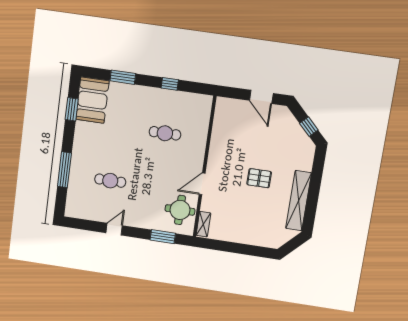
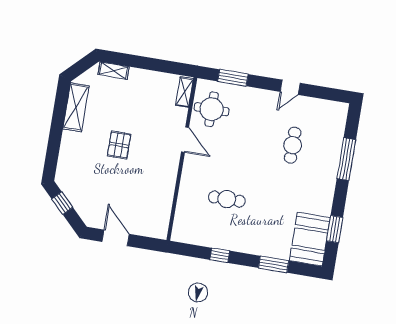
pallet: (259, 178) -> (119, 145), turned 90
cafe table: (110, 181) -> (293, 145), turned 90
door: (202, 184) -> (185, 140), hinge flipped
shelving: (298, 201) -> (76, 107), width x0.68
shelving: (265, 241) -> (114, 71), added

